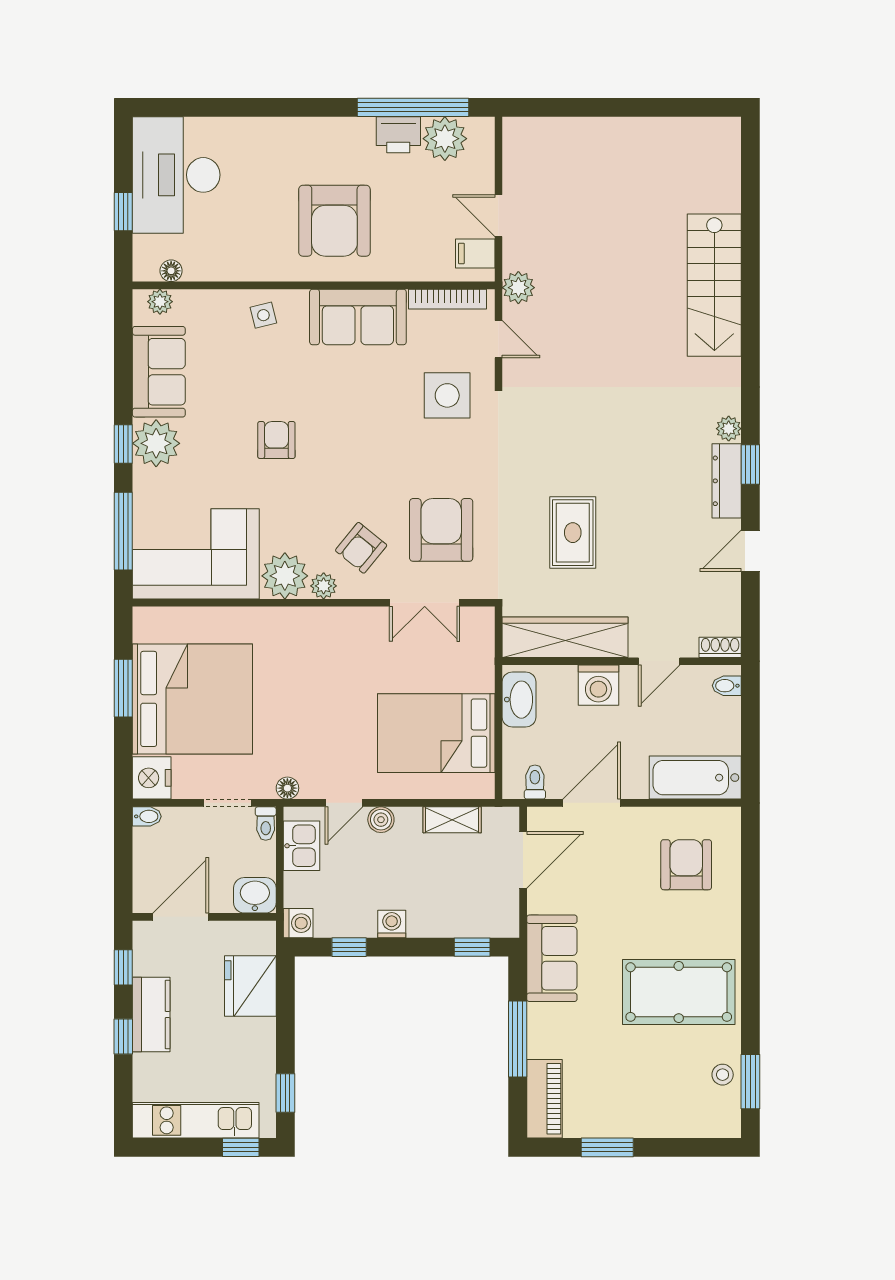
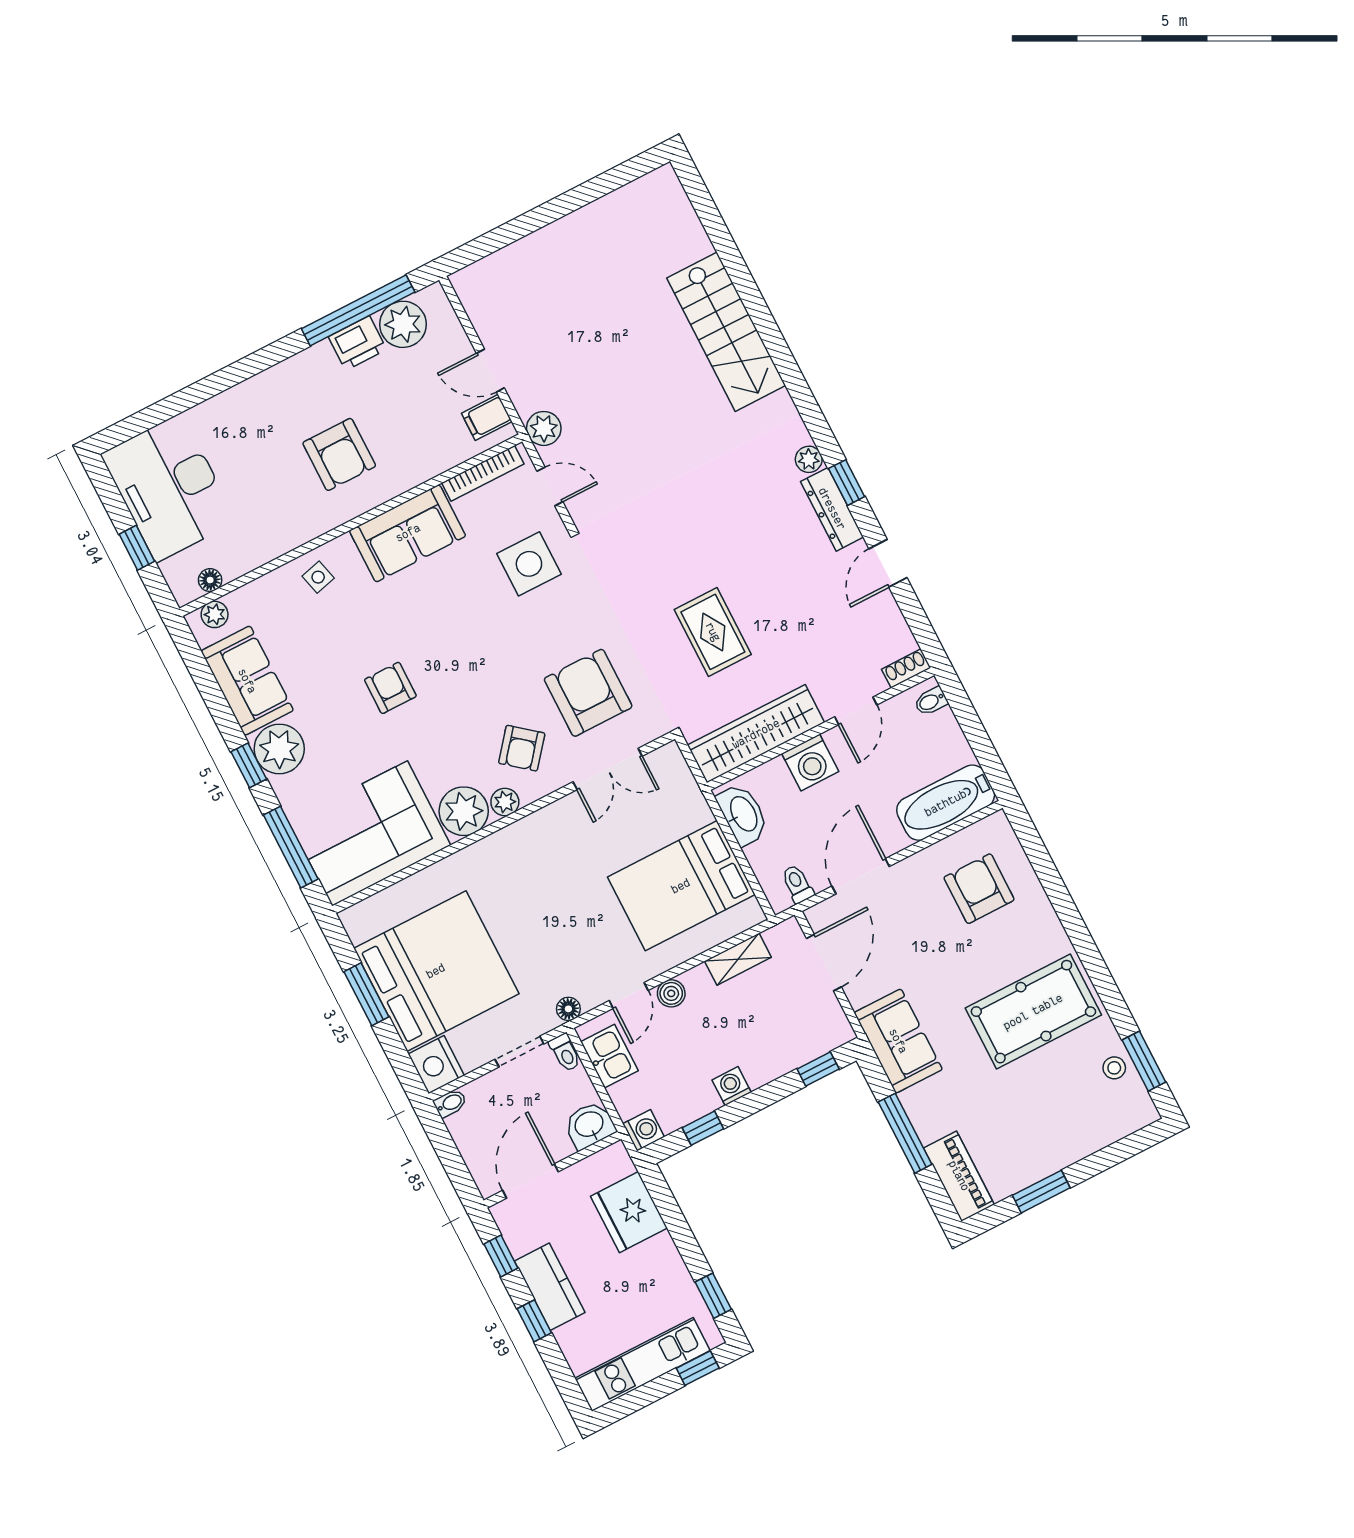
armchair: (334, 221) -> (339, 454), width x0.73, depth x0.73

